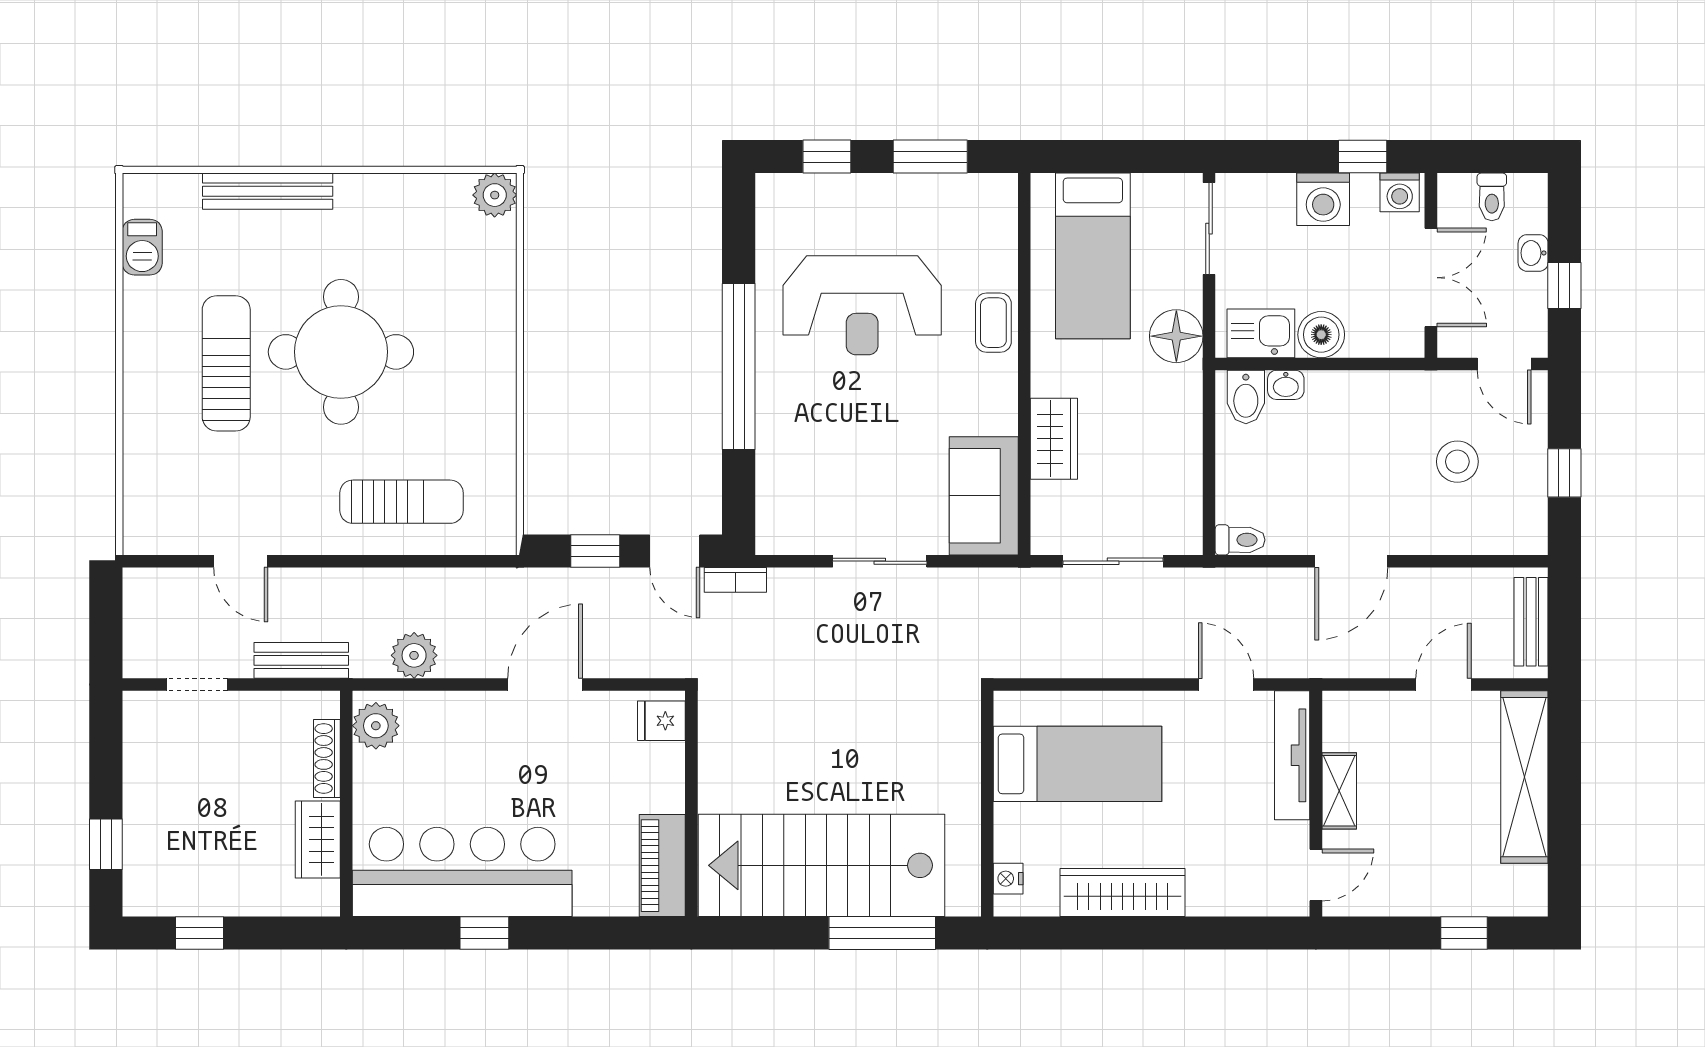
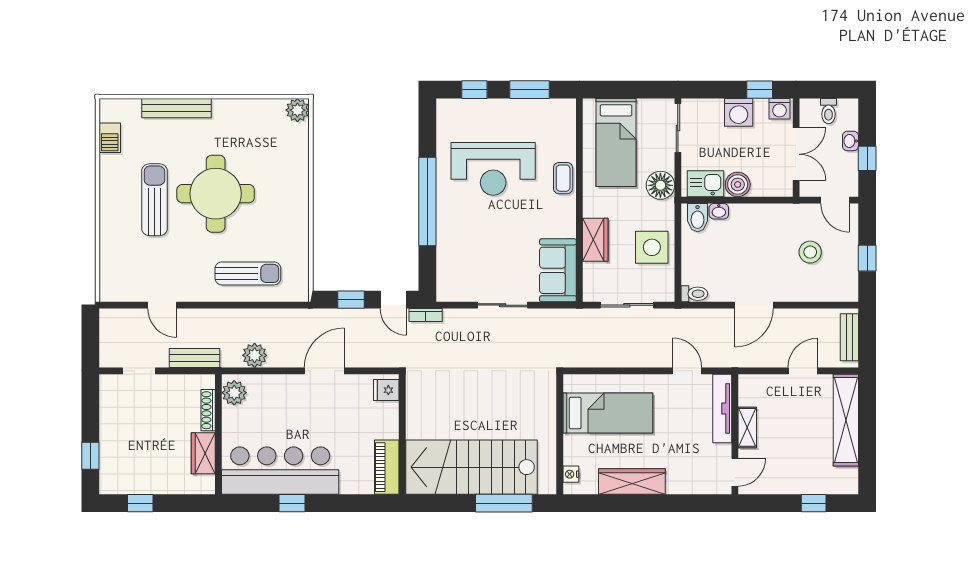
side table: (1160, 453) -> (652, 247), added

